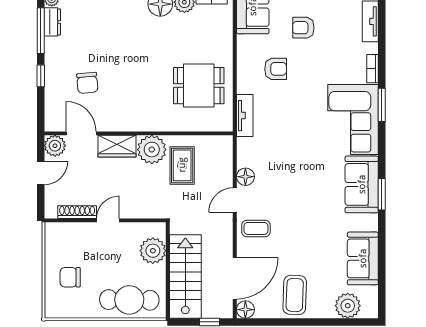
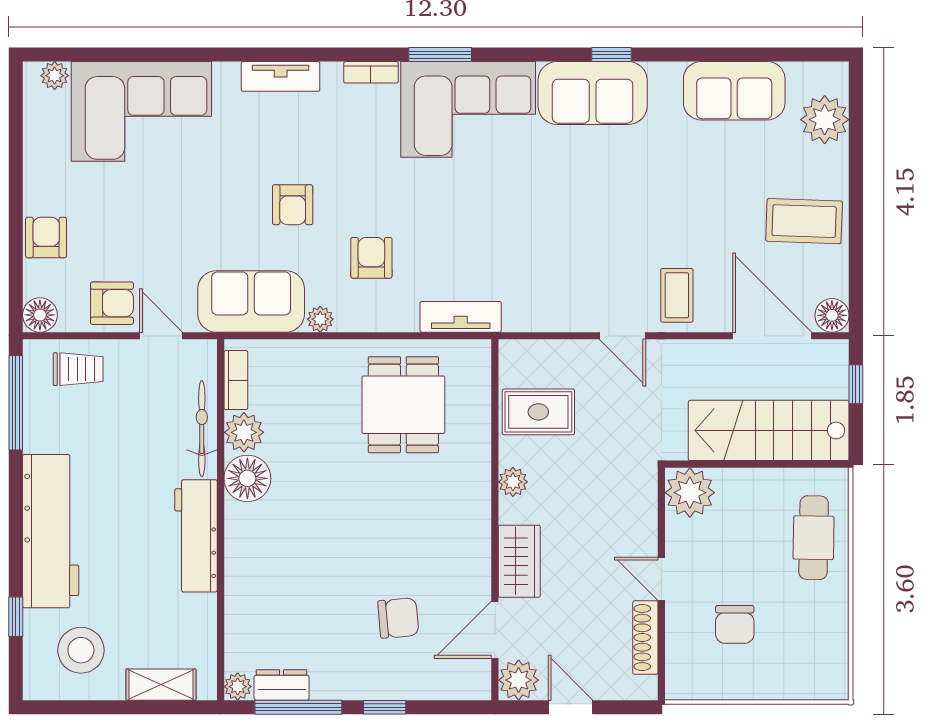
plant: (243, 42) -> (320, 319), added
plant: (152, 150) -> (513, 482), width x0.53, depth x0.53
rug: (182, 165) -> (538, 412), moved
floor lamp: (245, 177) -> (578, 315), removed
window: (382, 194) -> (611, 55), width x0.67
plant: (153, 251) -> (690, 493), moved
chair: (70, 277) -> (735, 624), moved
cafe table: (129, 300) -> (814, 538), width x0.73, depth x0.74

